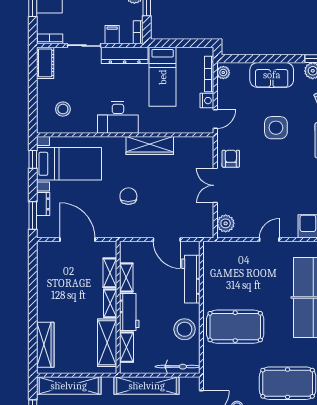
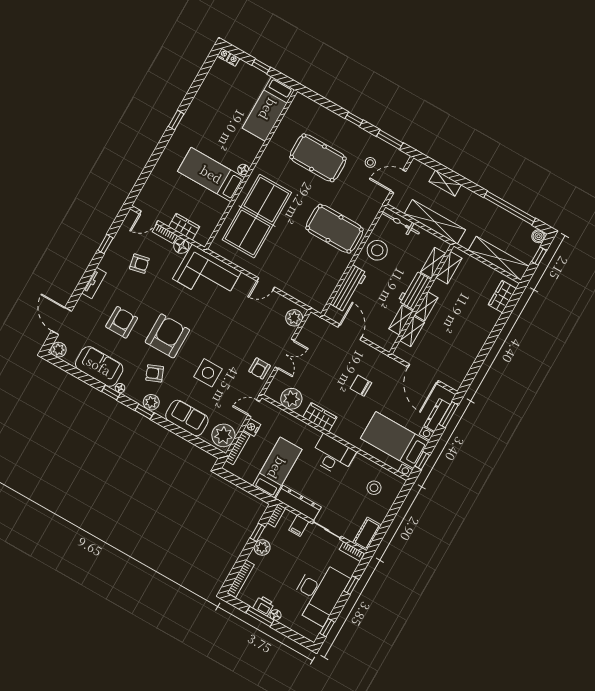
plant: (223, 72) -> (223, 435), width x1.88, depth x1.88
wardrobe: (150, 146) -> (320, 417), width x0.67
plant: (186, 148) -> (291, 399), added
chair: (128, 196) -> (361, 386), turned 90
dresser: (43, 204) -> (437, 415), width x1.44
shelving: (107, 343) -> (449, 268), width x0.67, depth x0.75
wardrobe: (45, 345) -> (502, 297), width x0.67

